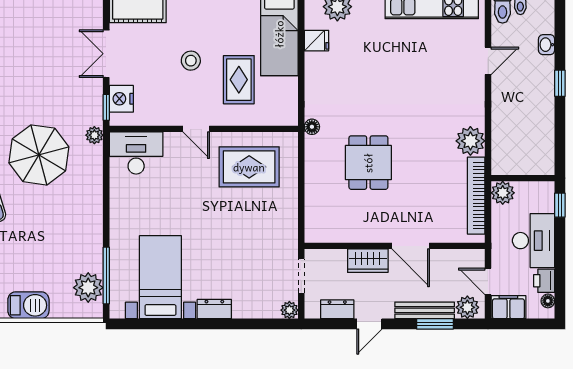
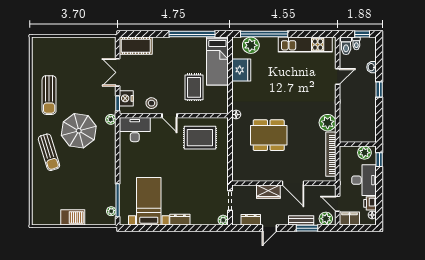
fridge: (316, 41) -> (241, 70), width x1.88, depth x1.34
stool: (191, 61) -> (152, 103), moved
dining table: (368, 163) -> (269, 135), width x1.38
plant: (503, 193) -> (364, 153), moved
plant: (88, 288) -> (111, 211), width x0.53, depth x0.53
bench: (425, 310) -> (301, 220), width x0.73

